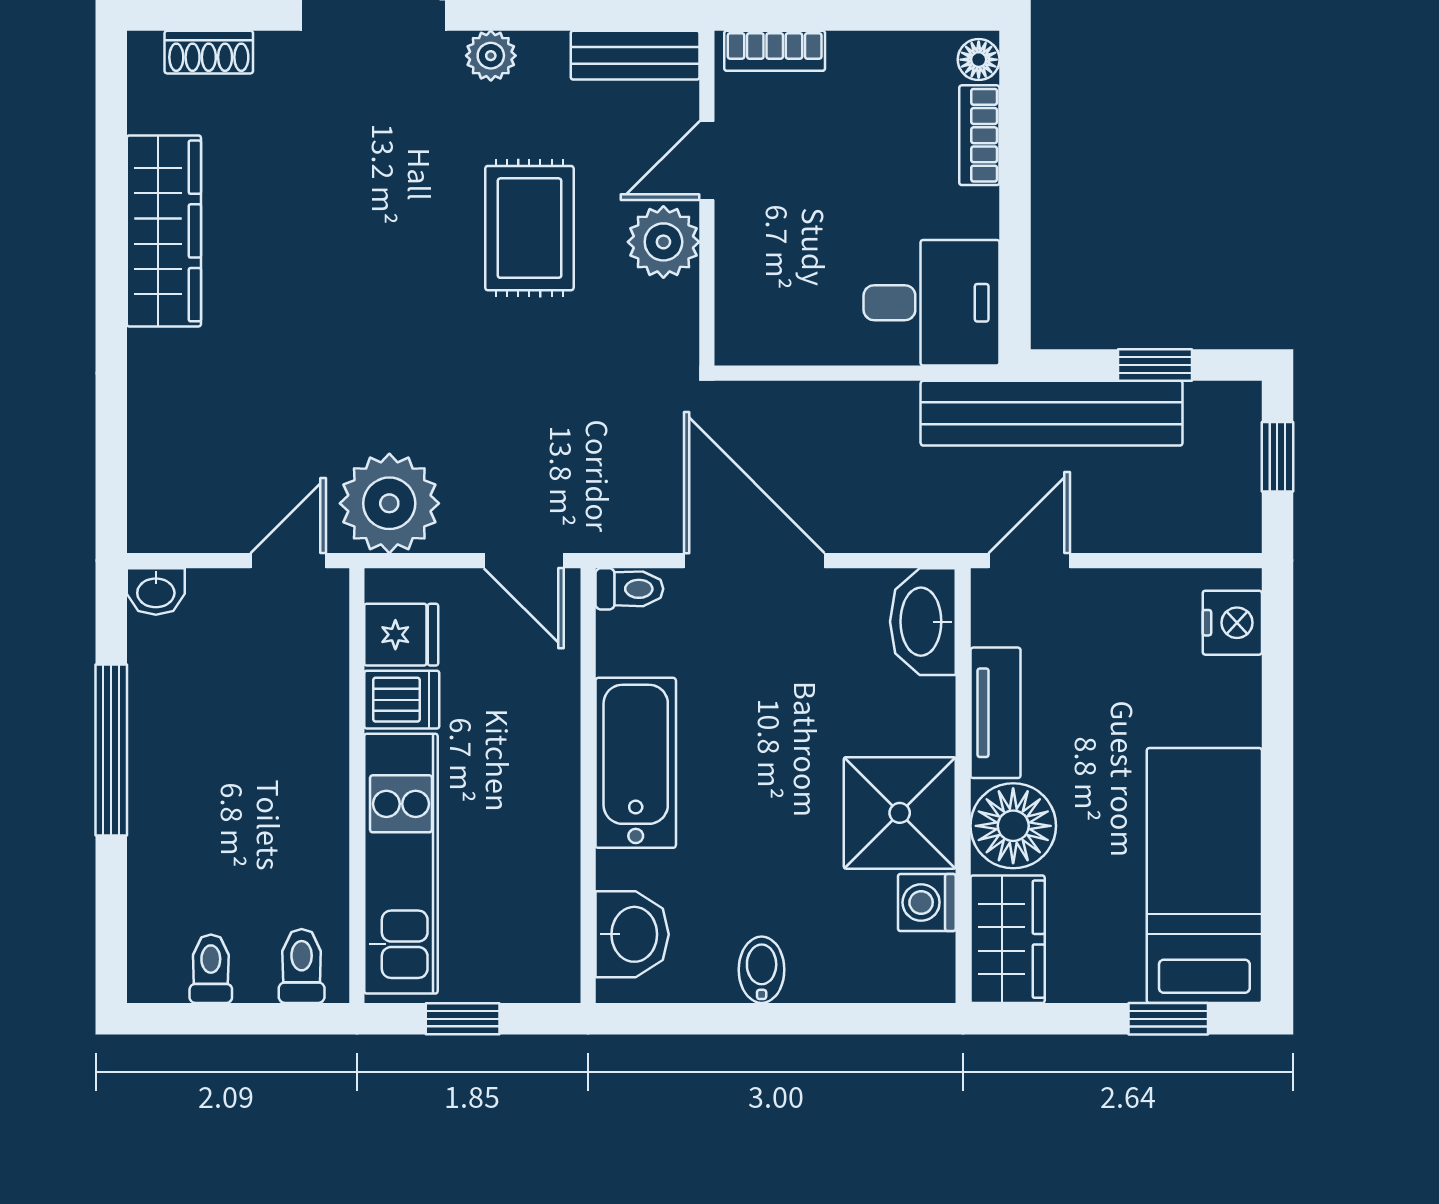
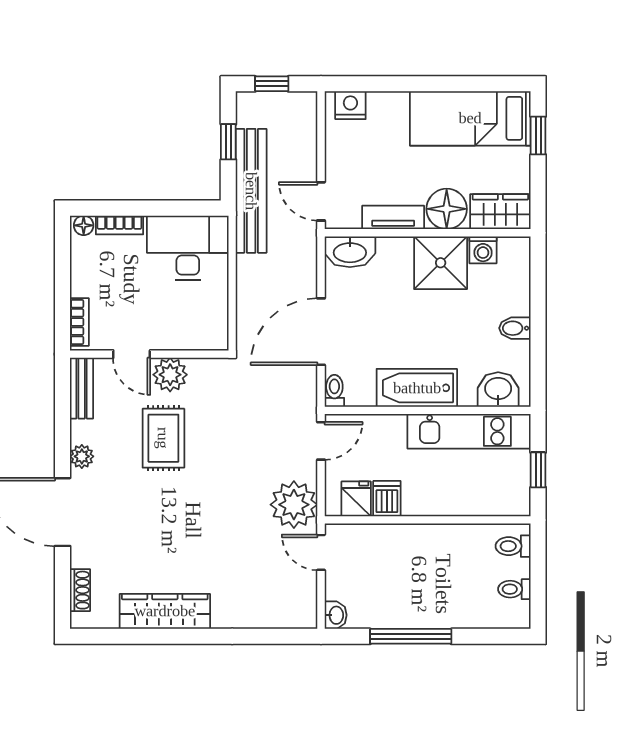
rug: (529, 228) -> (163, 438), turned 90
desk: (931, 303) -> (188, 248), width x1.37
kitchen unit: (401, 864) -> (469, 431), moved, turned 180

